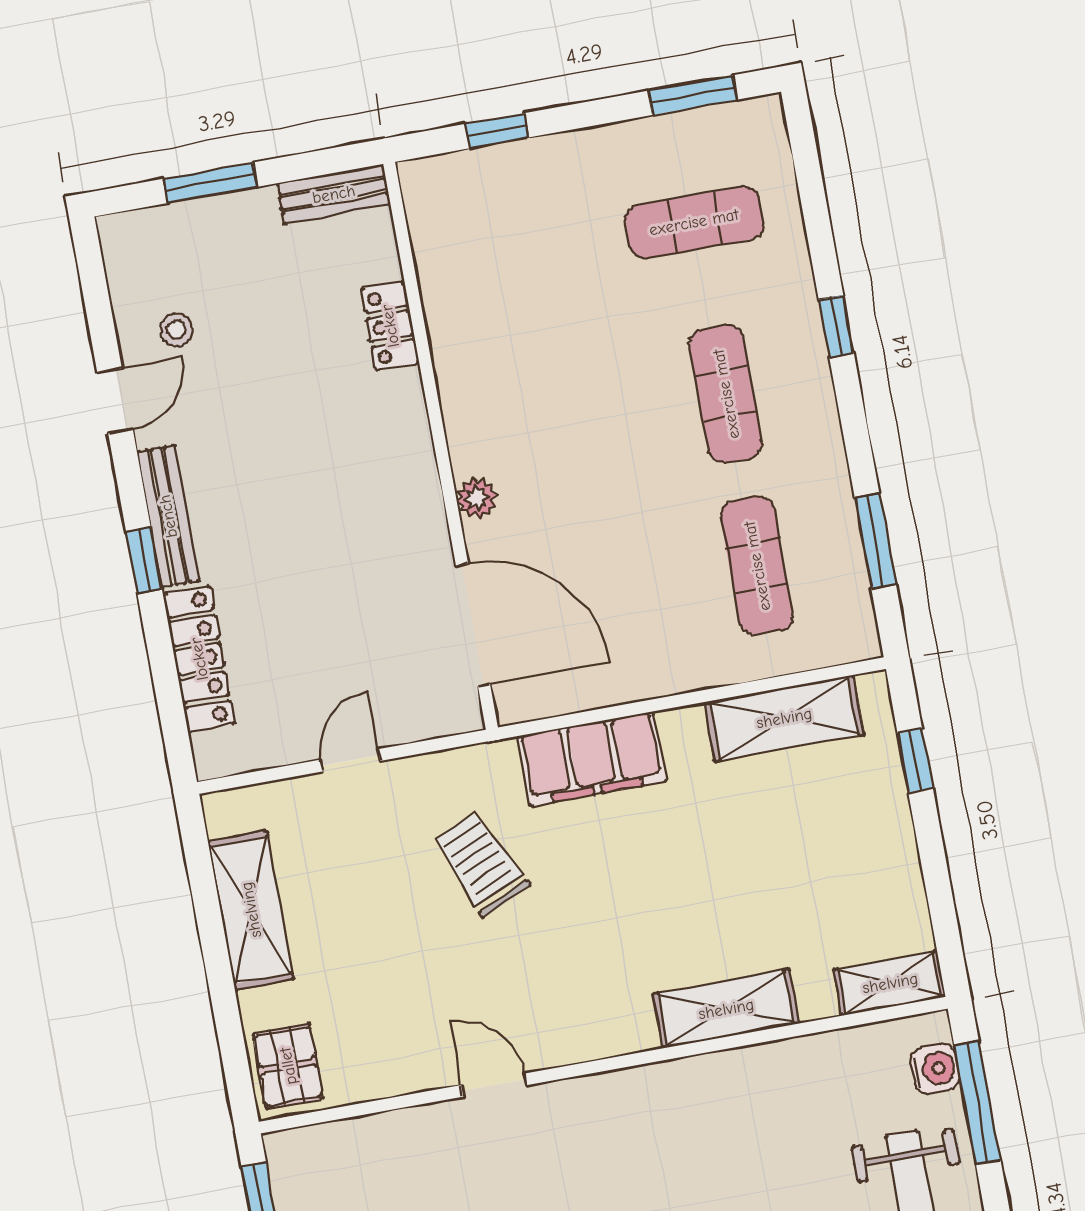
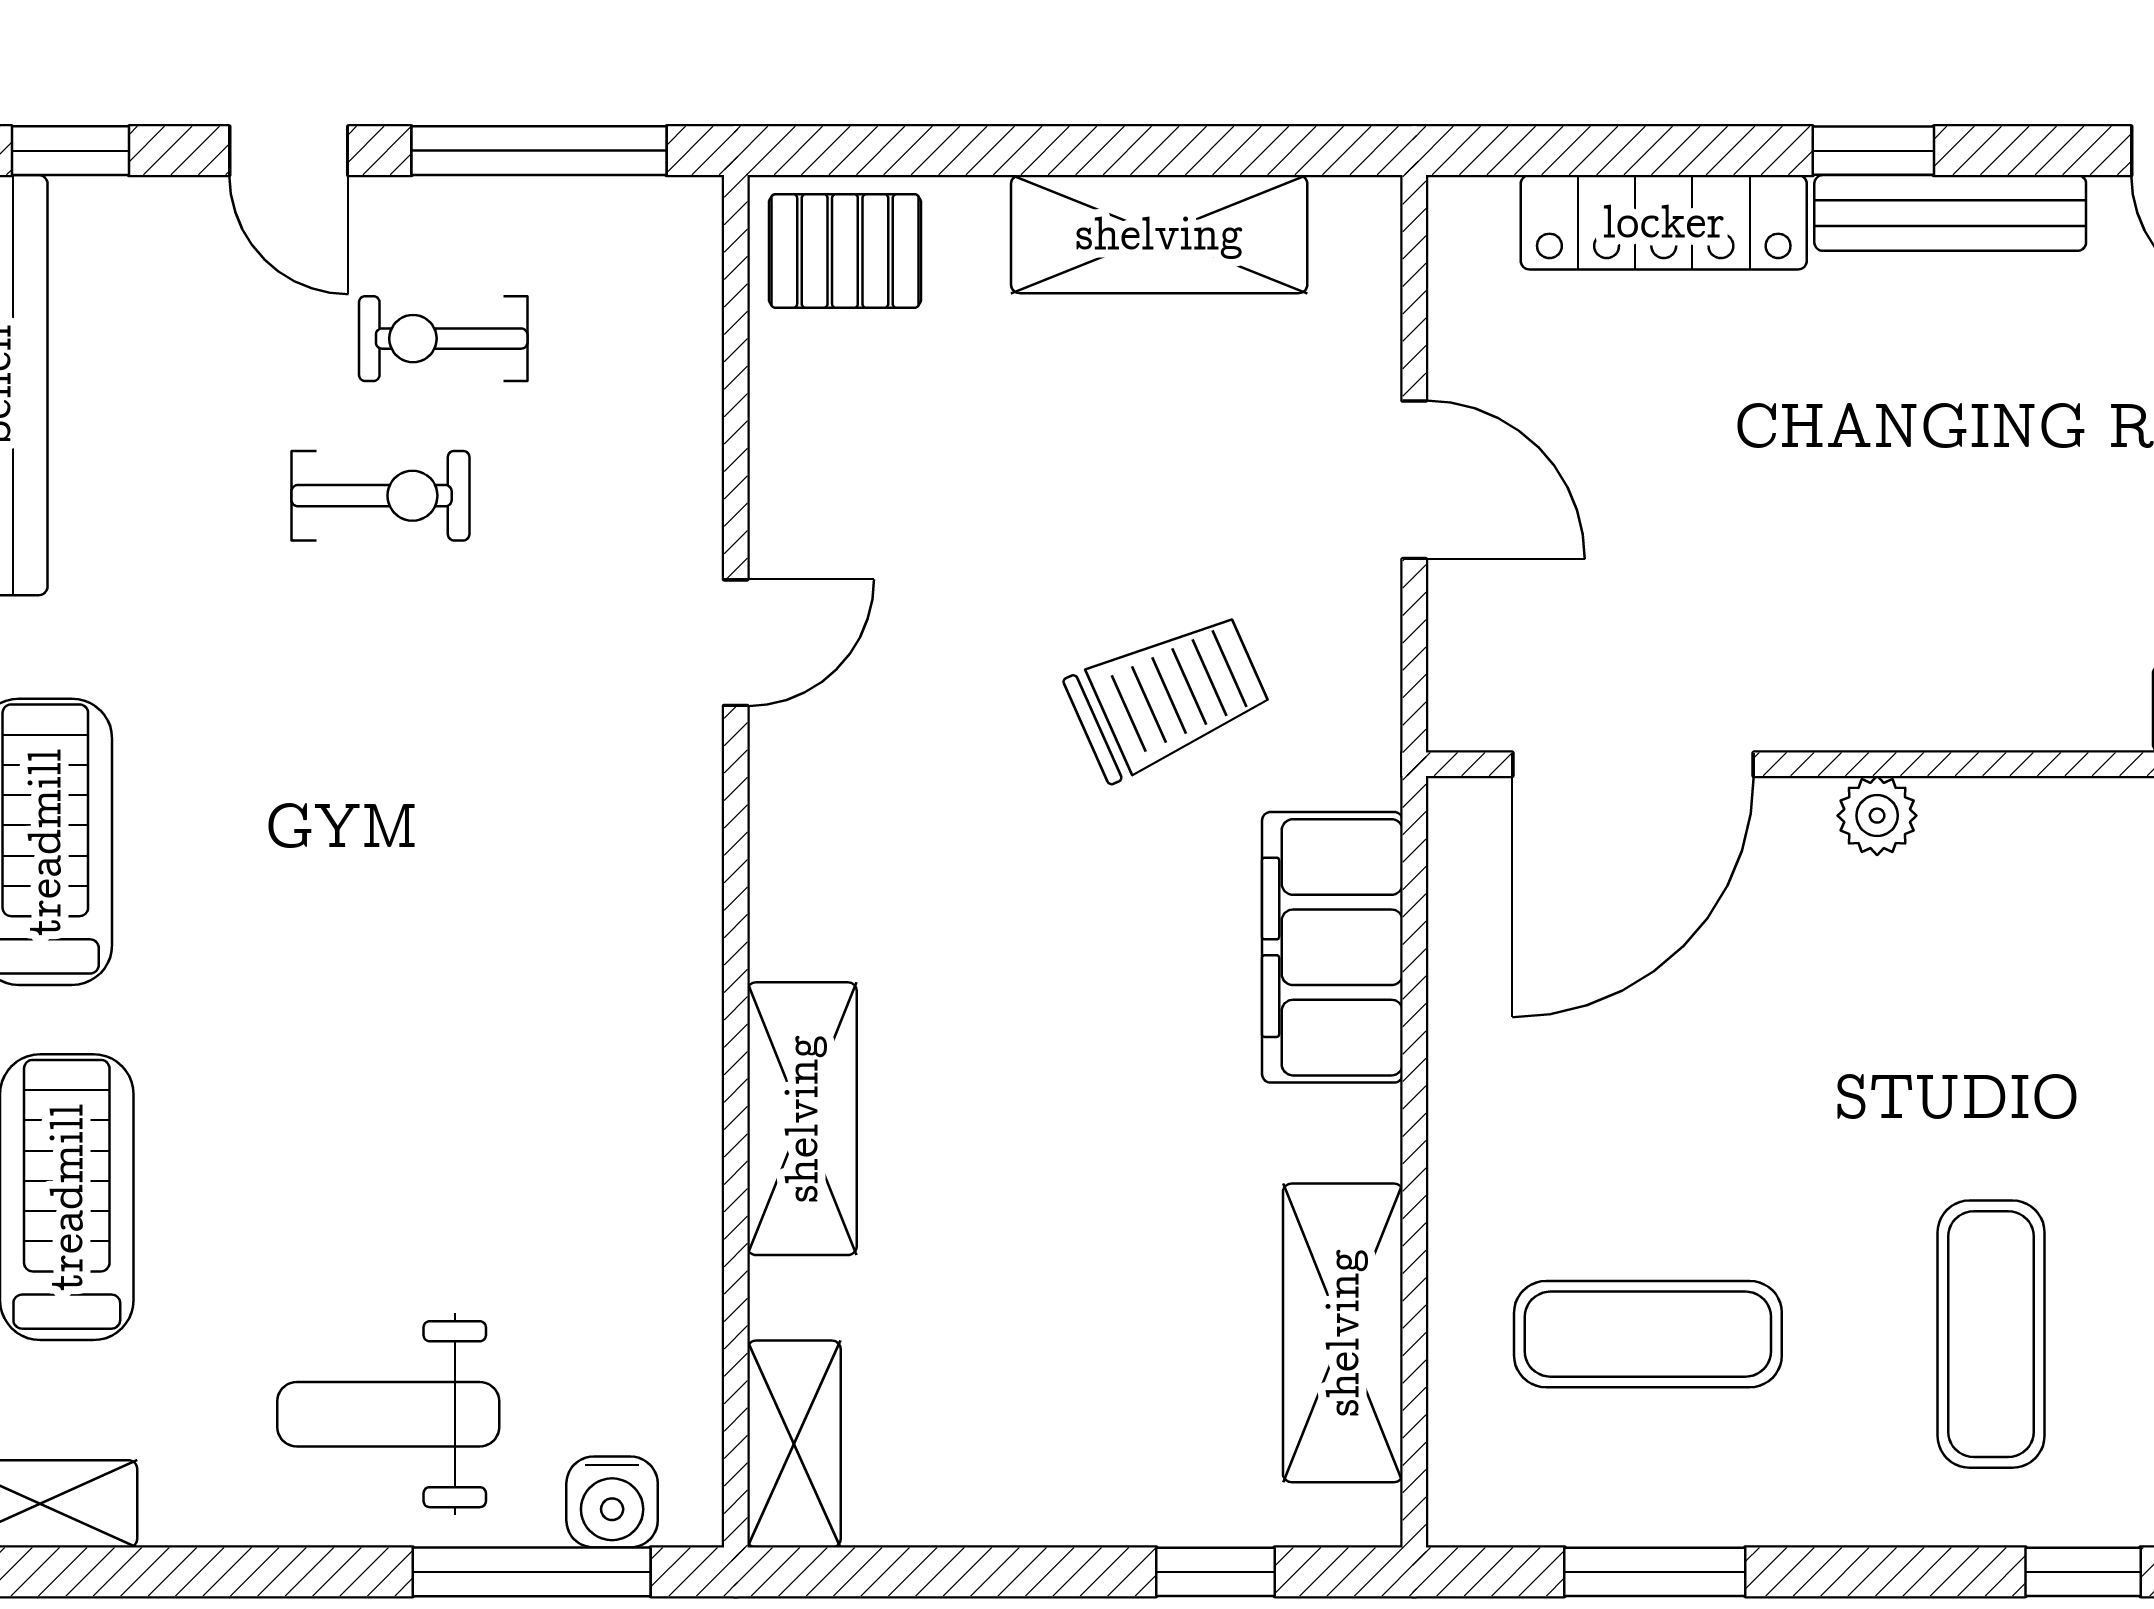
exercise mat: (726, 394) -> (1991, 1334), turned 90
door: (351, 760) -> (1414, 480), width x1.37

